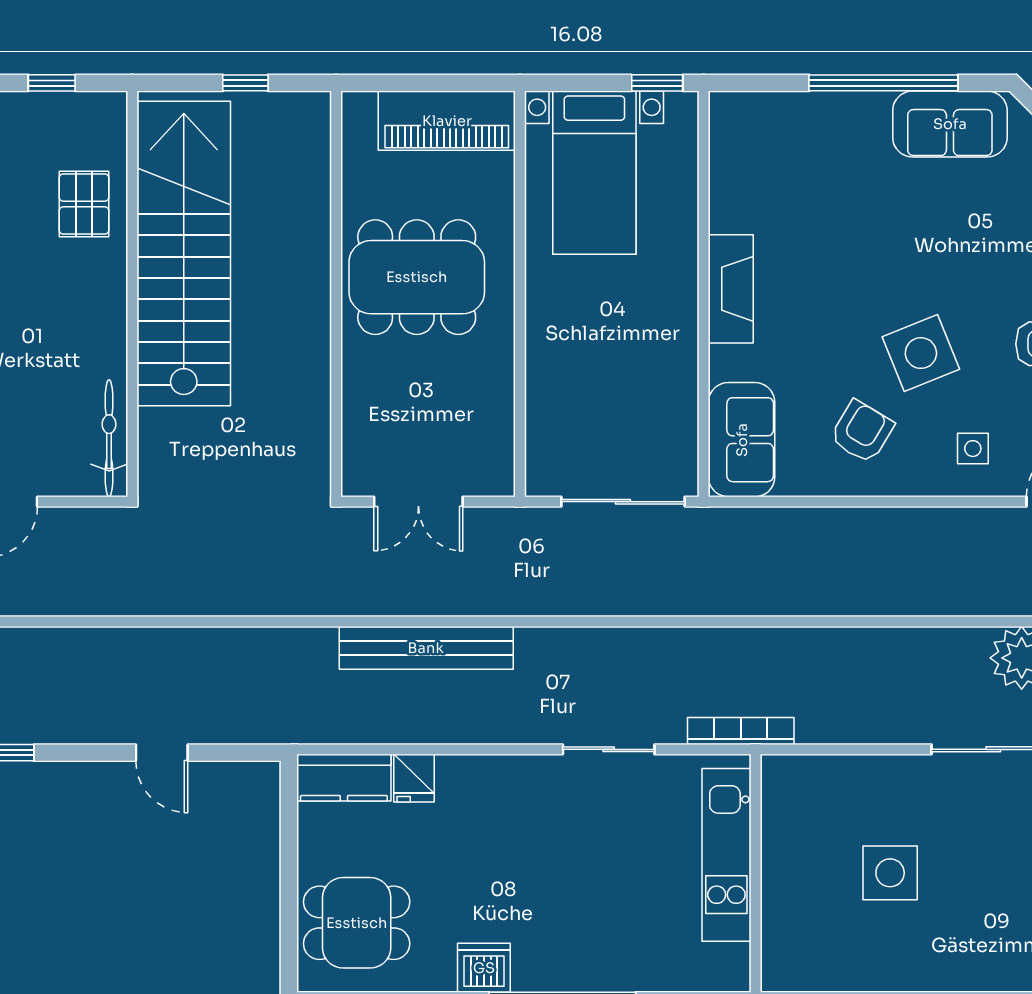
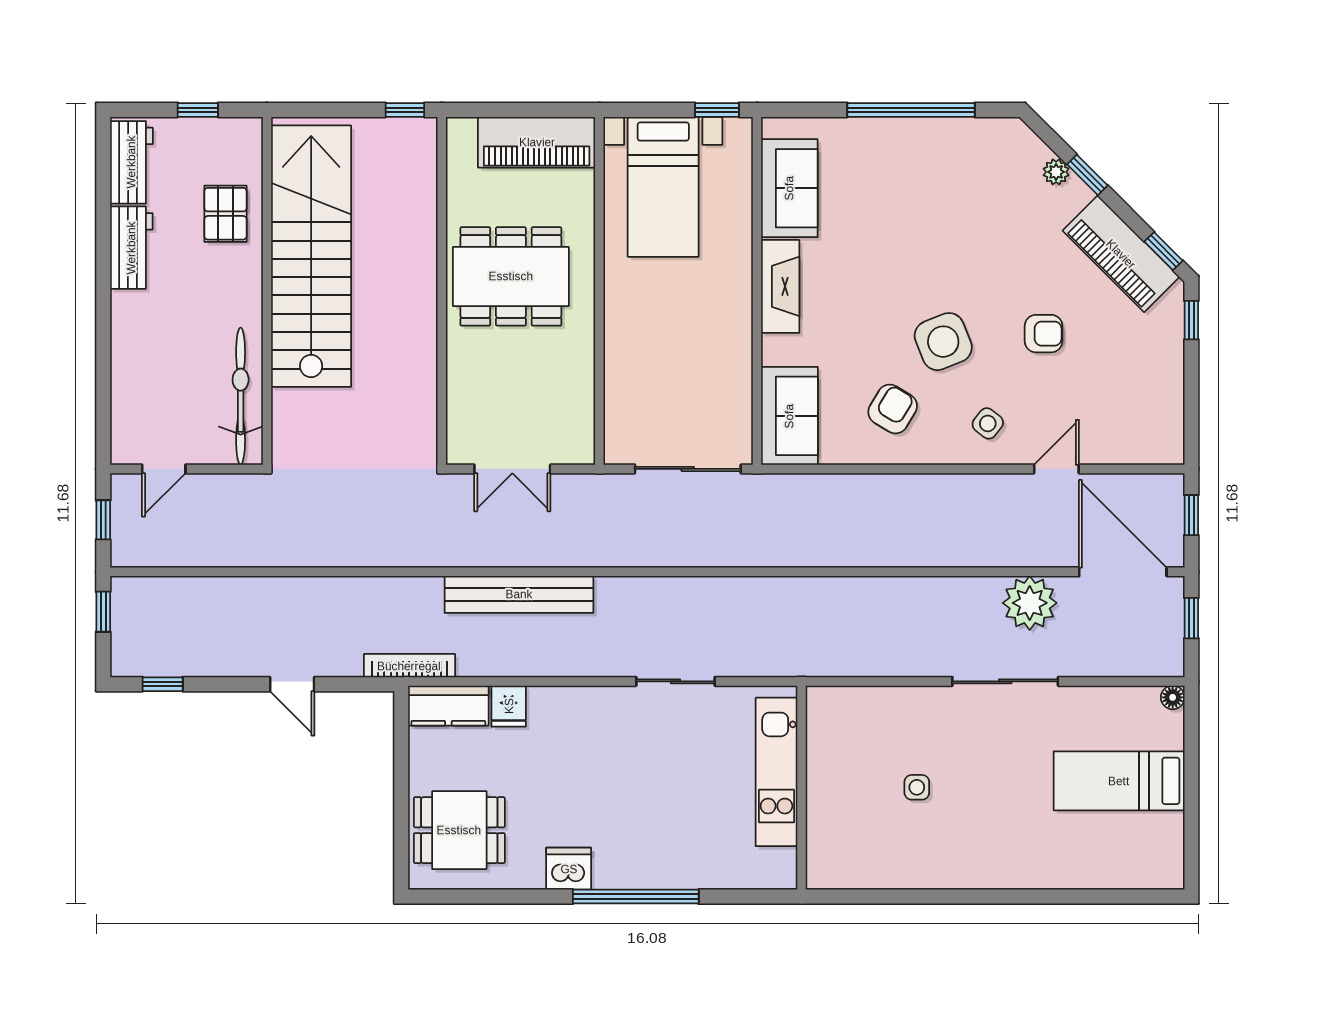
window: (245, 83) -> (405, 110), moved
sofa: (950, 124) -> (789, 188), moved, turned -90
bicycle: (109, 438) -> (241, 396), width x1.37, depth x1.40
side table: (973, 449) -> (988, 423), turned 38
bookcase: (741, 731) -> (409, 666), moved
side table: (890, 873) -> (917, 787), width x0.54, depth x0.54

